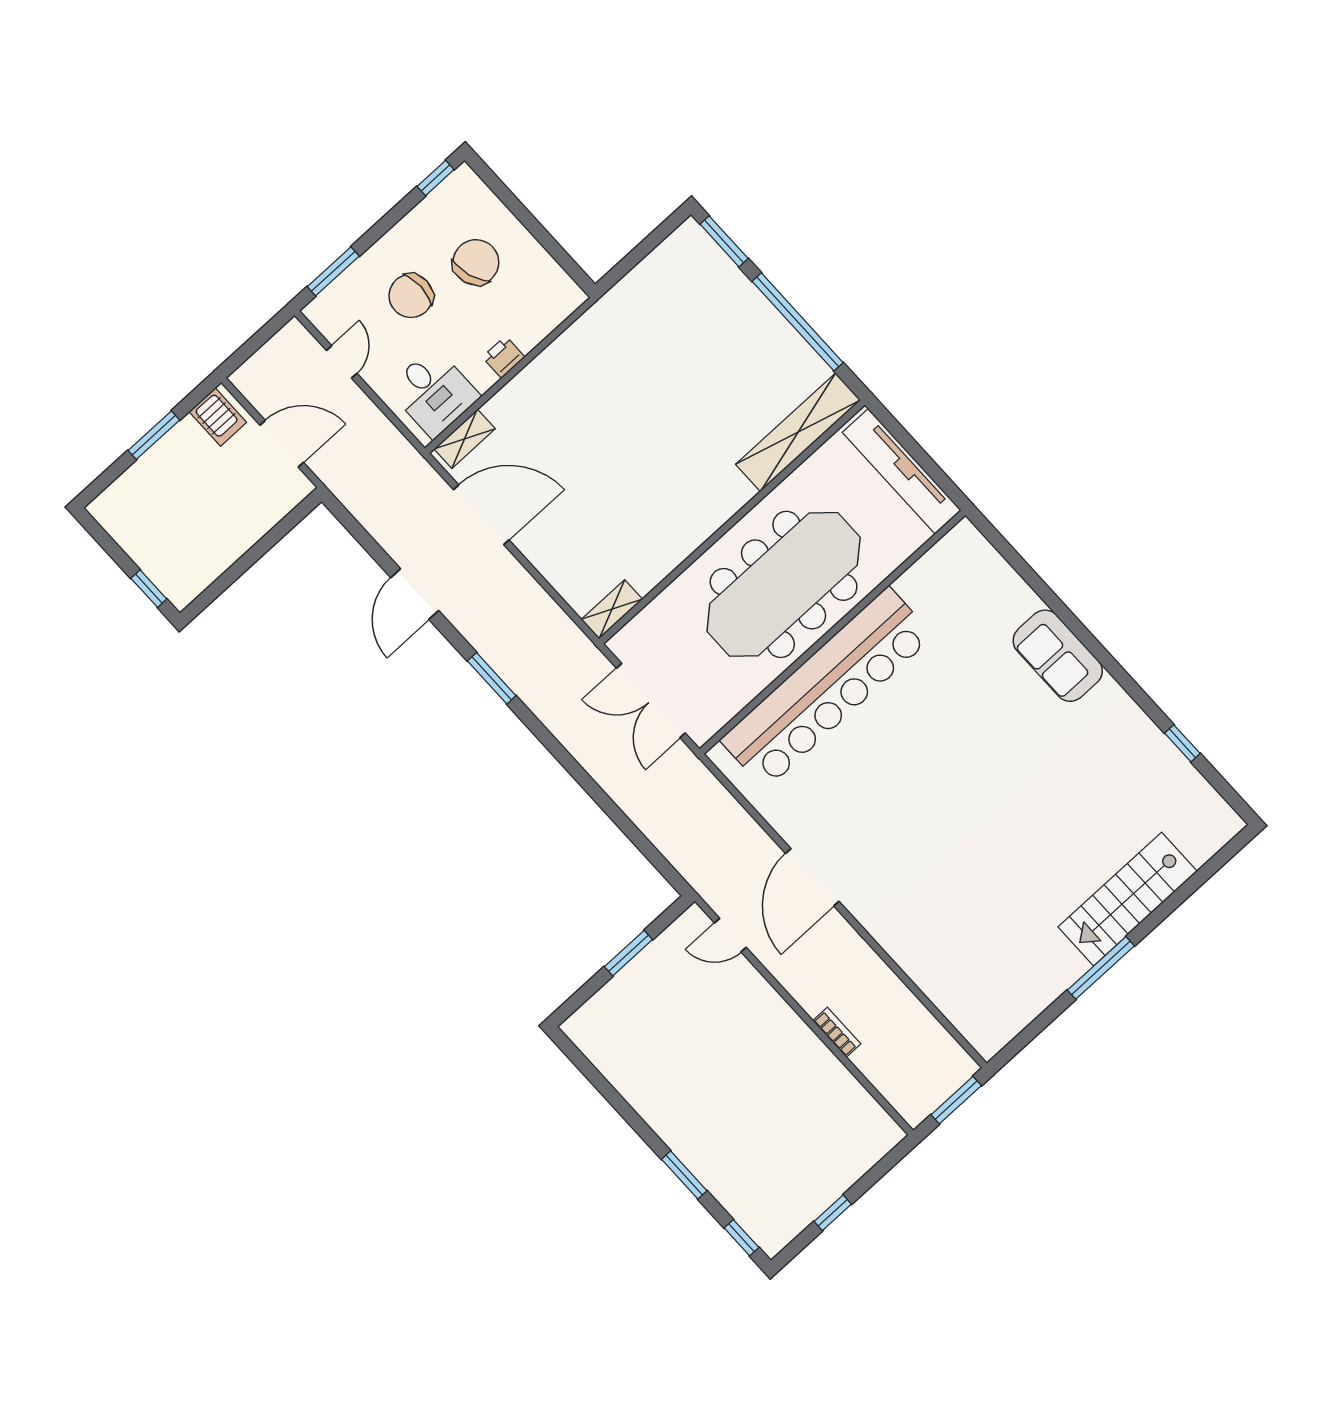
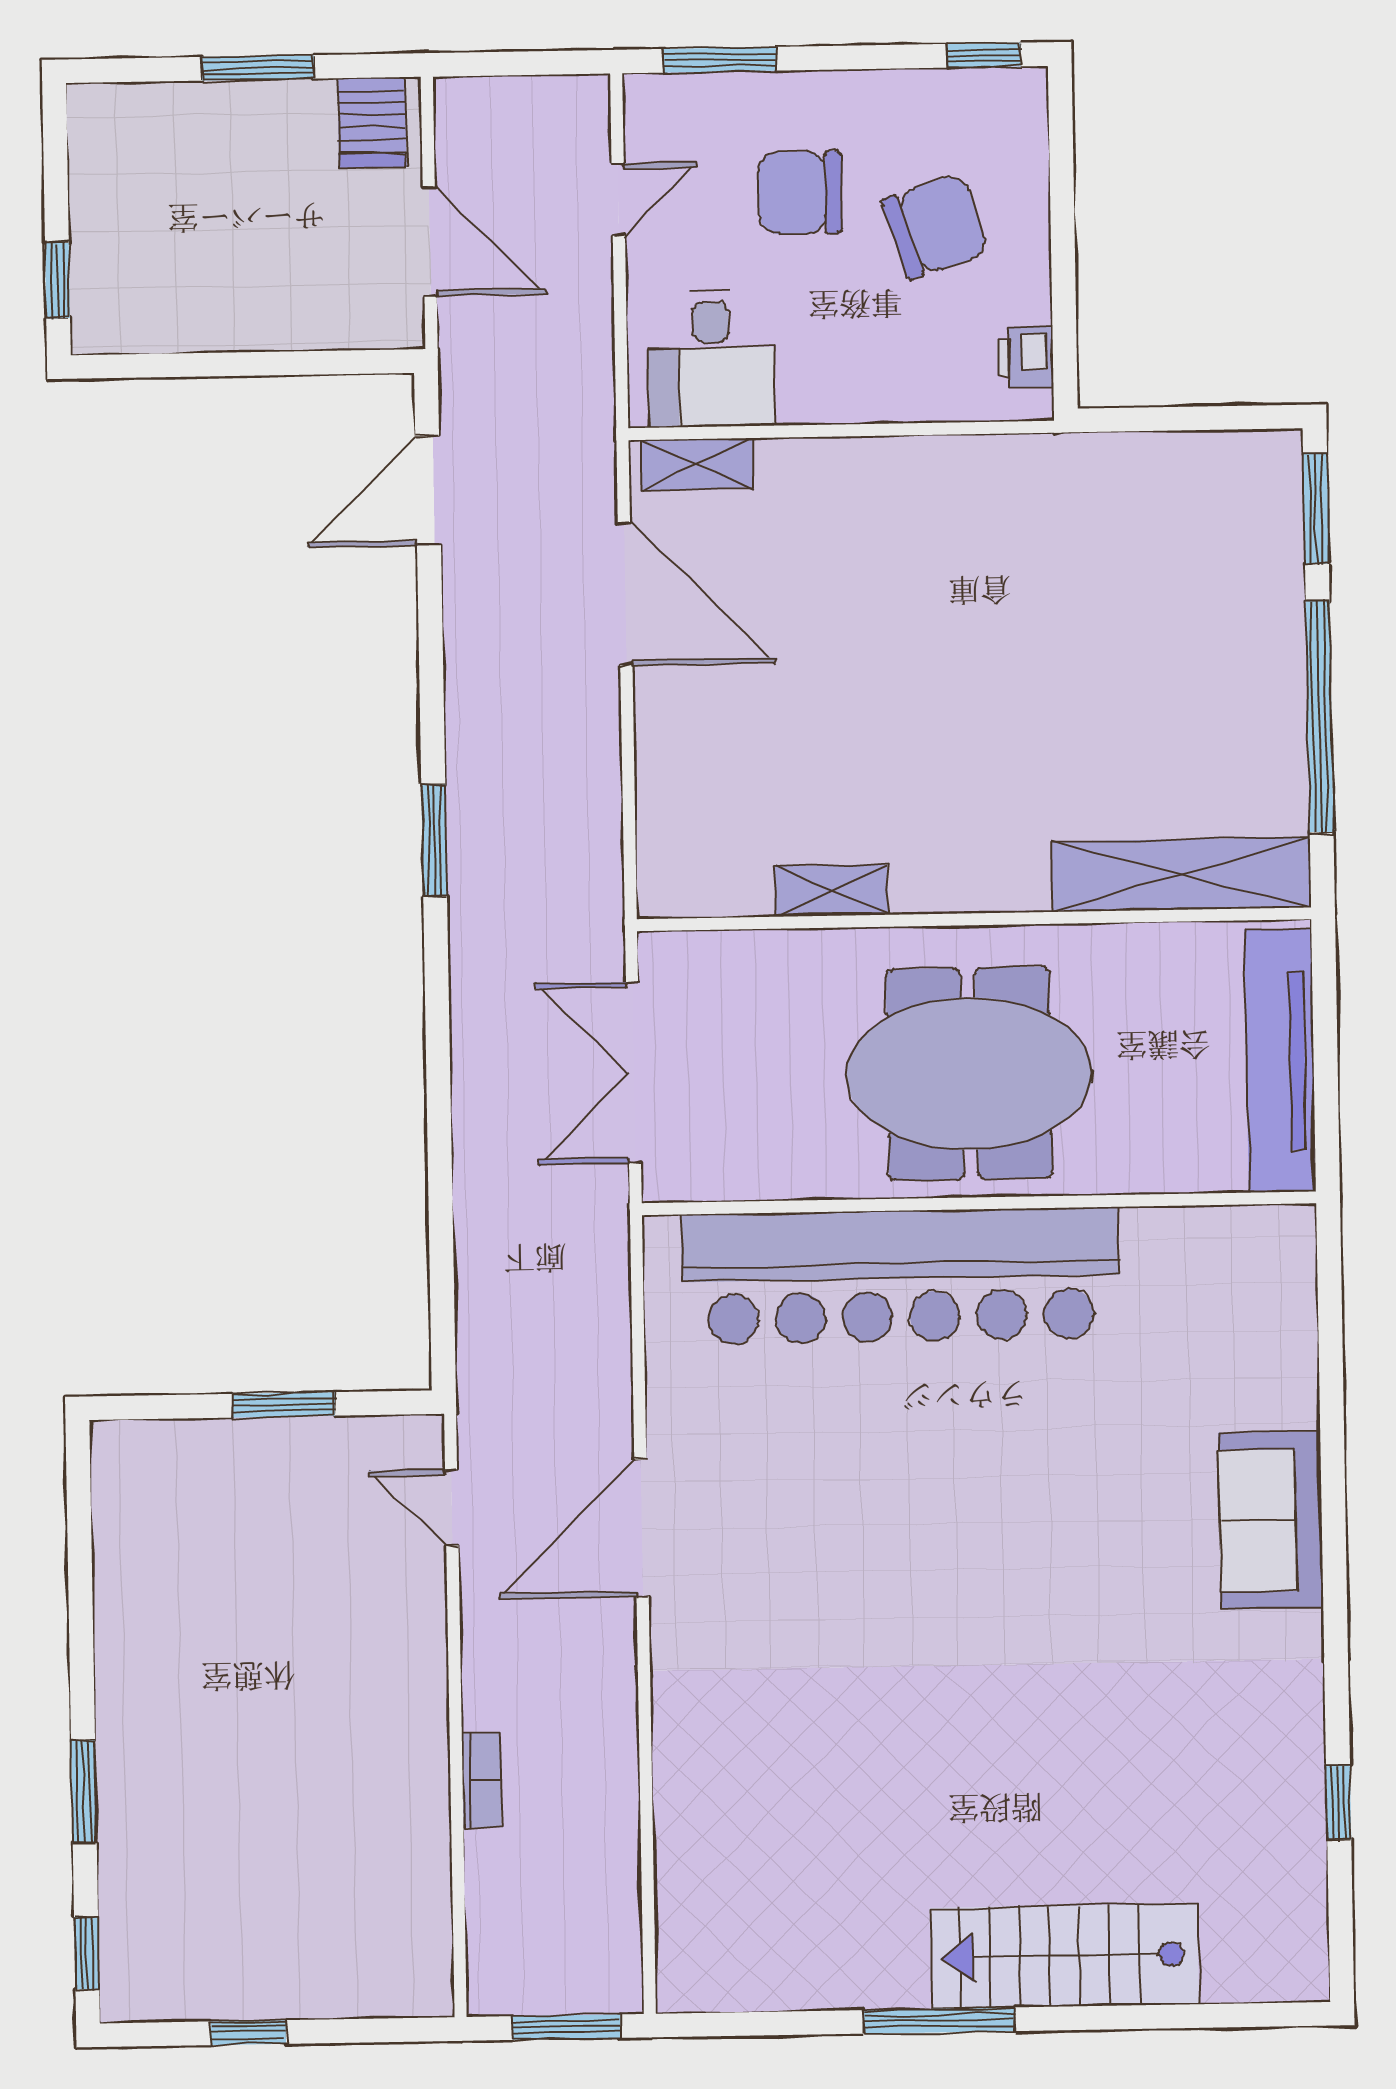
printer: (504, 357) -> (1025, 357), moved, turned -90
meeting table: (784, 584) -> (969, 1074), width x0.73
door: (415, 594) -> (428, 491), moved
shelving: (612, 609) -> (831, 891), moved

